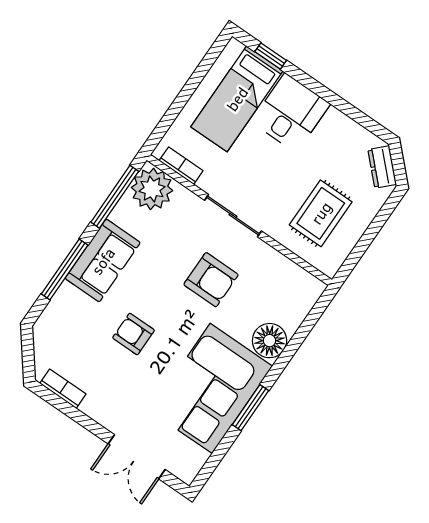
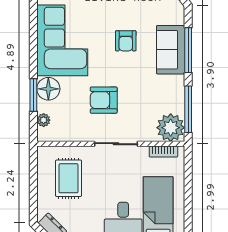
sofa: (103, 261) -> (171, 50), moved
plant: (302, 306) -> (44, 120), added
armchair: (133, 334) -> (126, 41), turned 90
window: (251, 408) -> (33, 95), moved

